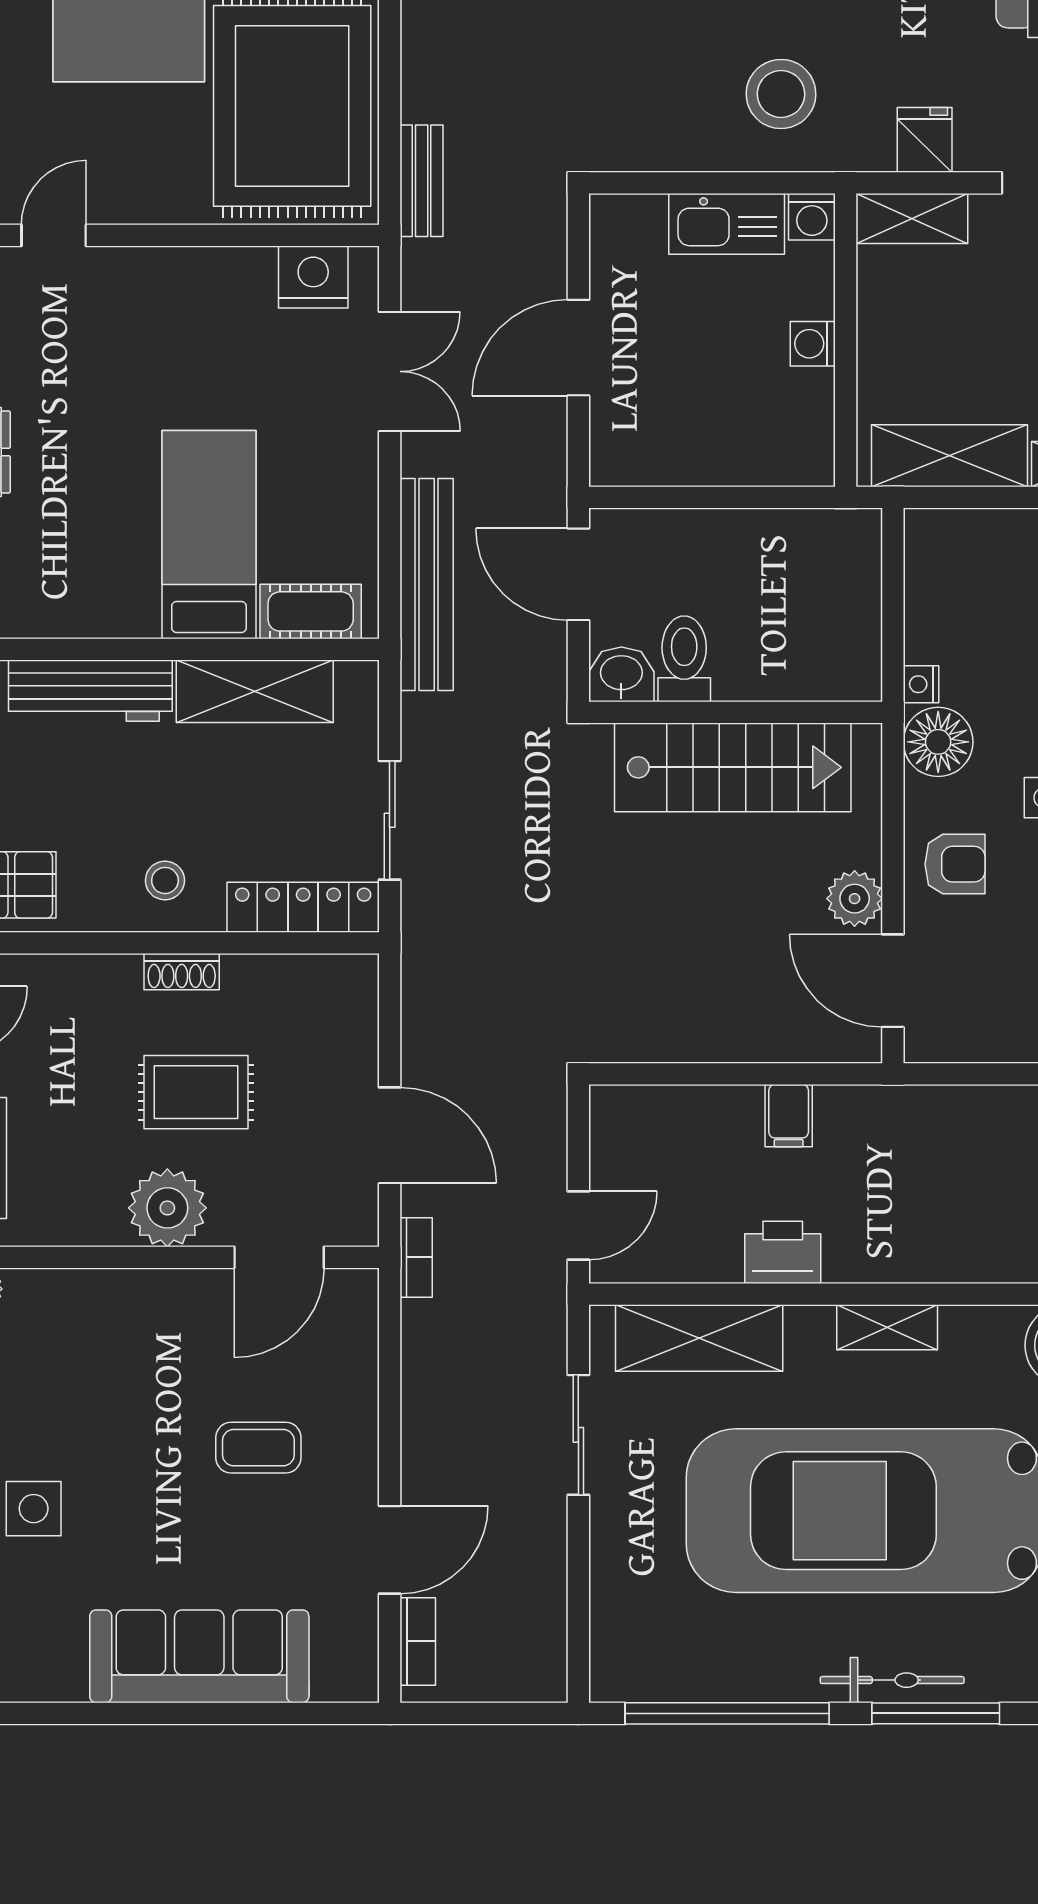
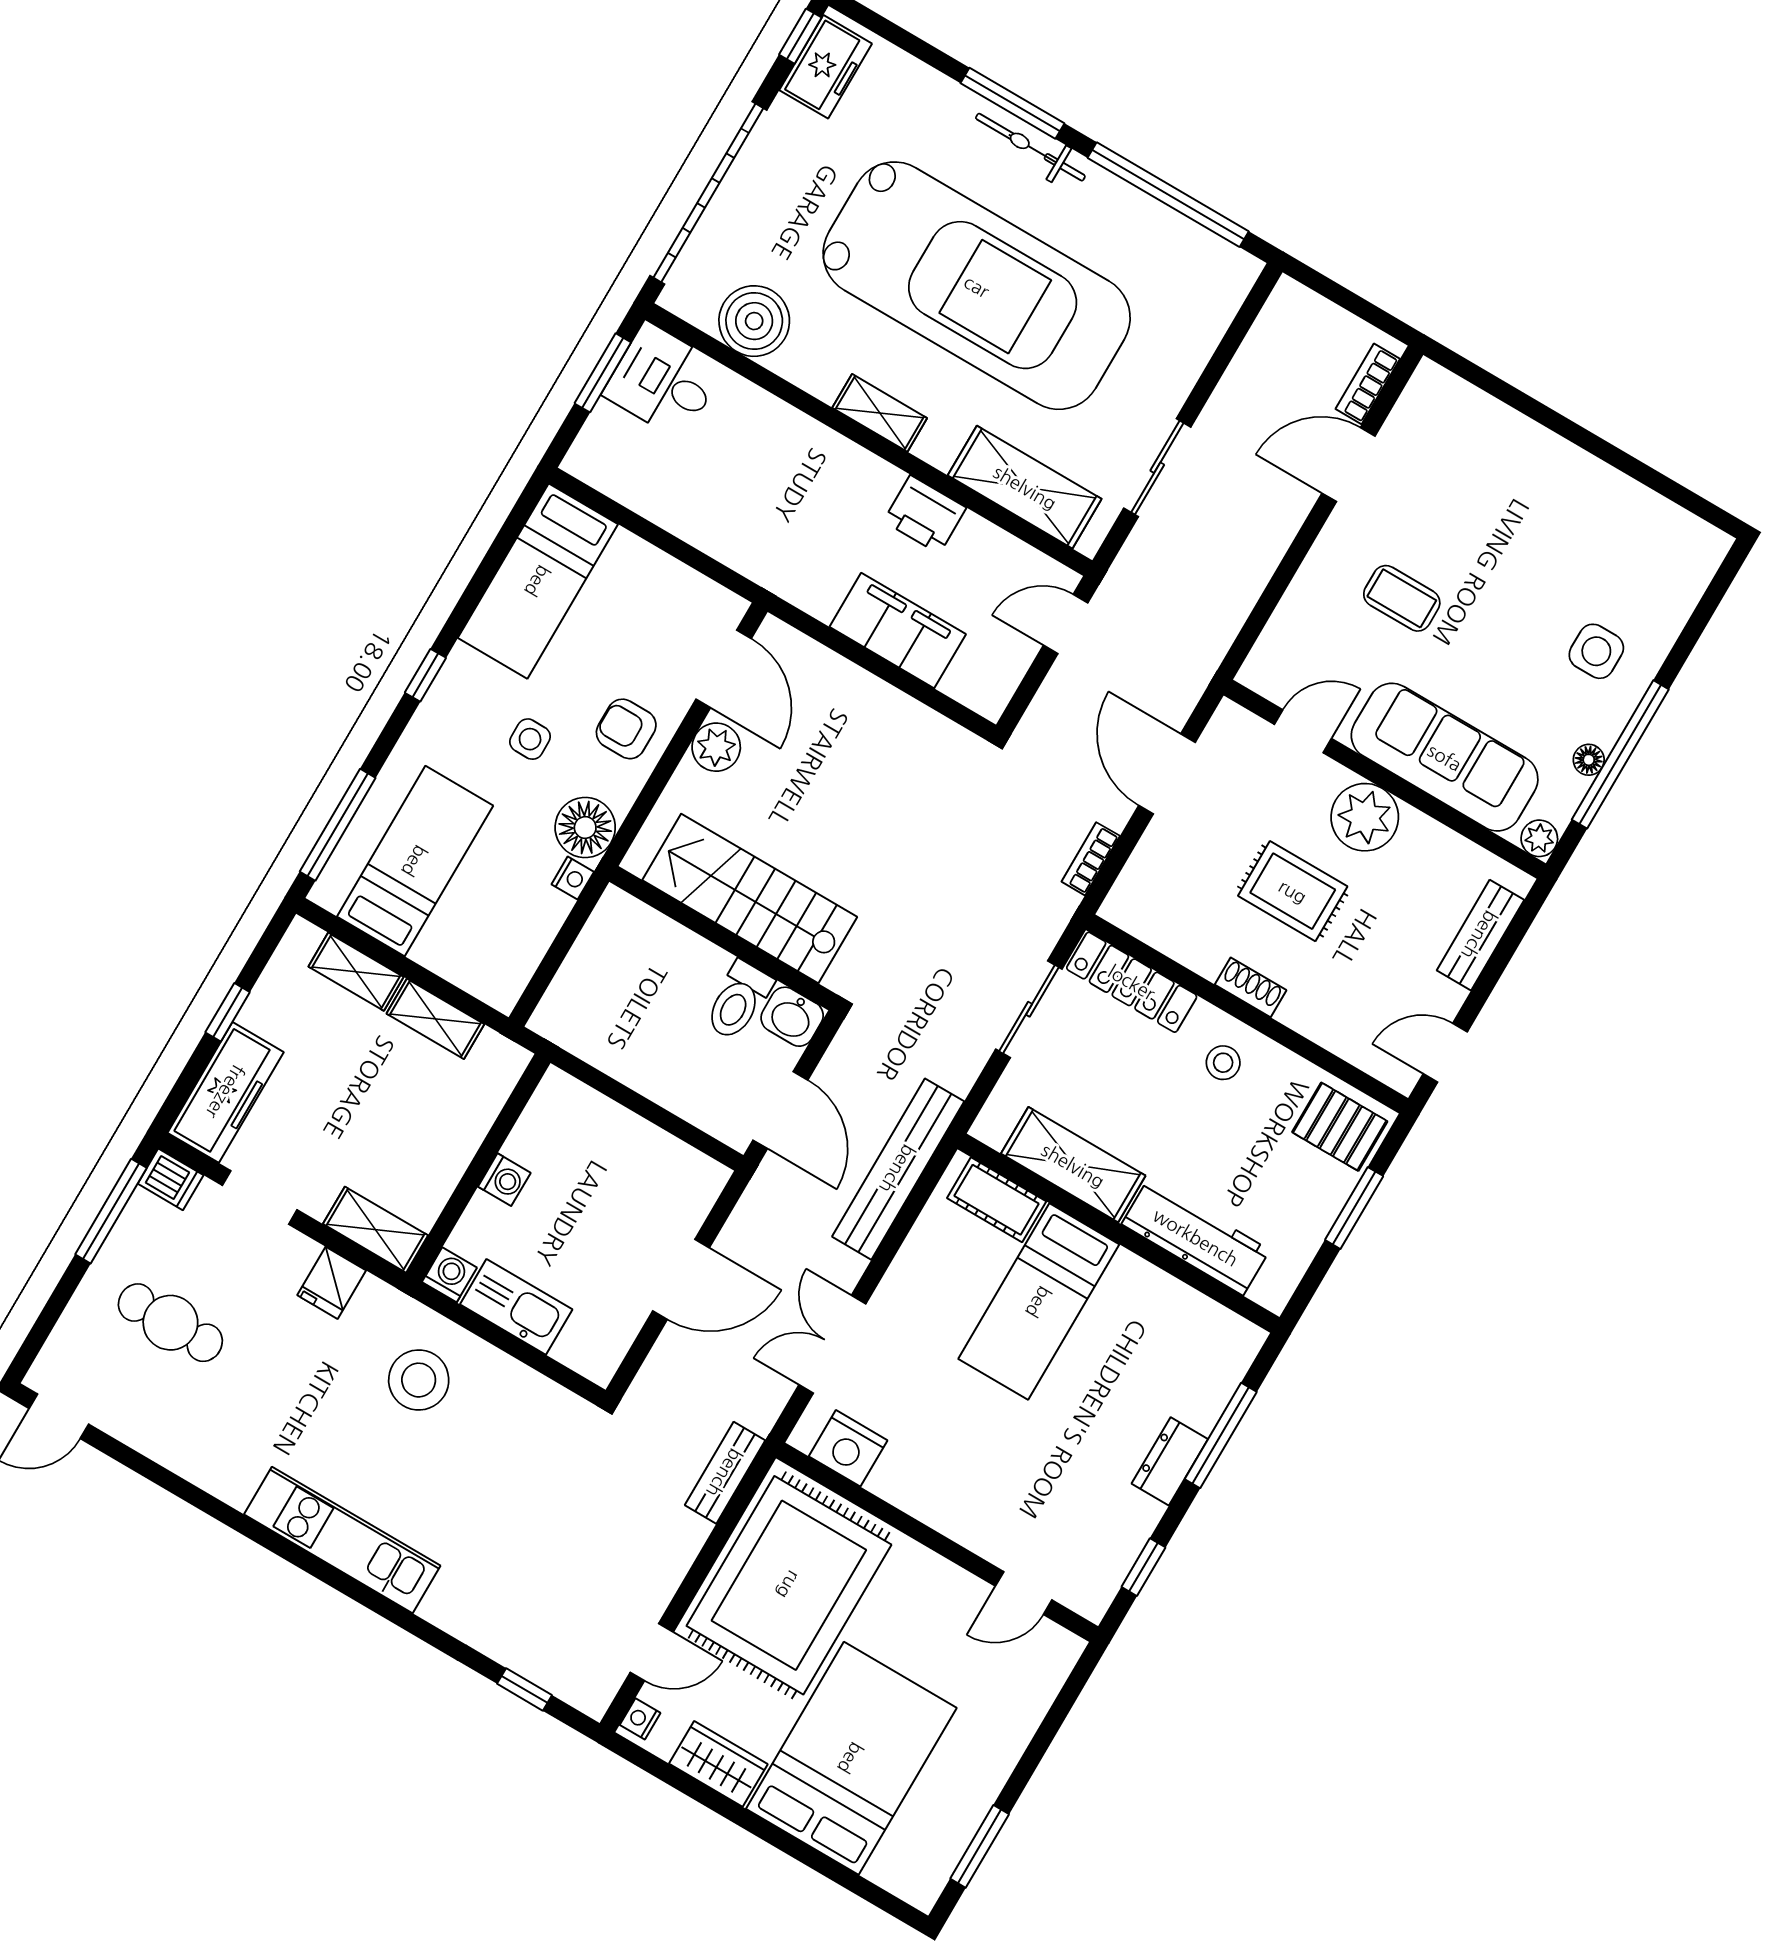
shelving: (950, 456) -> (435, 1019), width x0.67, depth x0.75
filing cabinet: (789, 1116) -> (898, 631), width x3.00, depth x1.17
door: (279, 1257) -> (1303, 731), width x0.73
bookcase: (416, 1257) -> (1091, 859), moved
sofa: (199, 1656) -> (1445, 757), moved, turned 180

